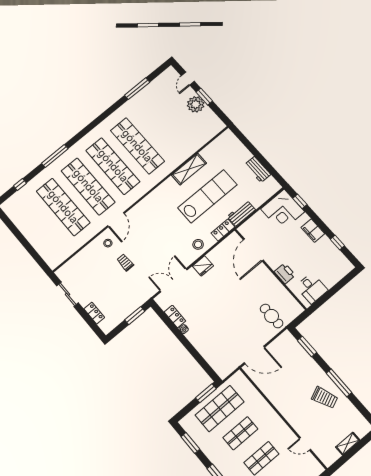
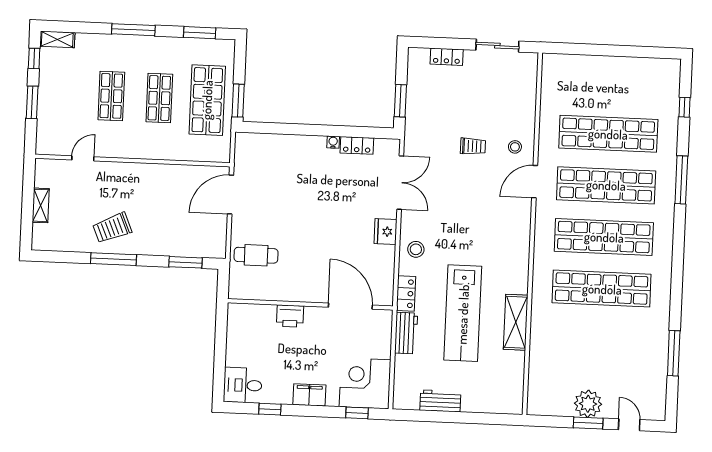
door: (116, 220) -> (535, 182), hinge flipped
desk: (312, 288) -> (243, 385), moved

